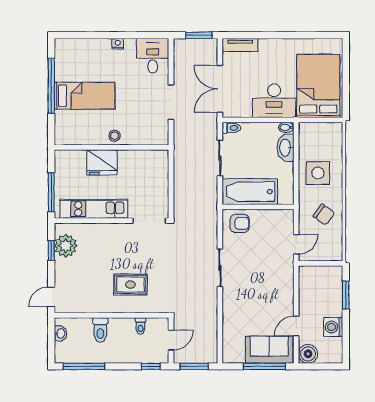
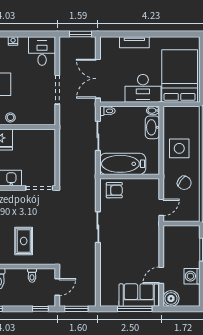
tv unit: (240, 45) -> (134, 42), moved
rug: (130, 285) -> (24, 241), turned 90

